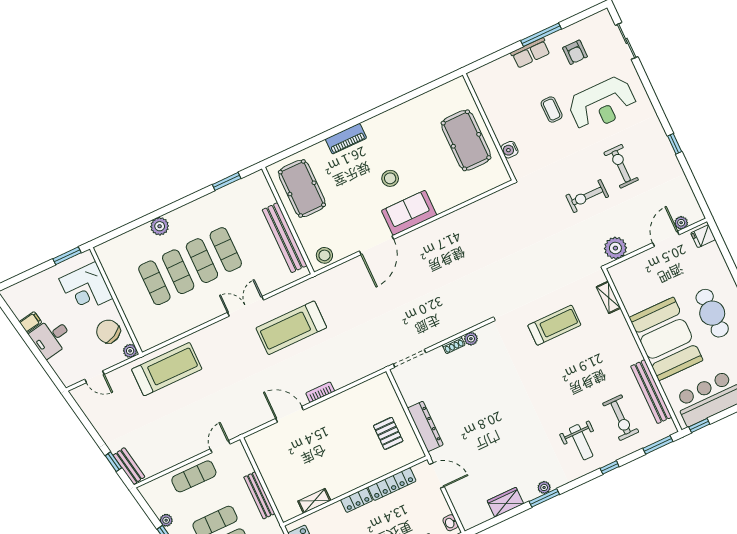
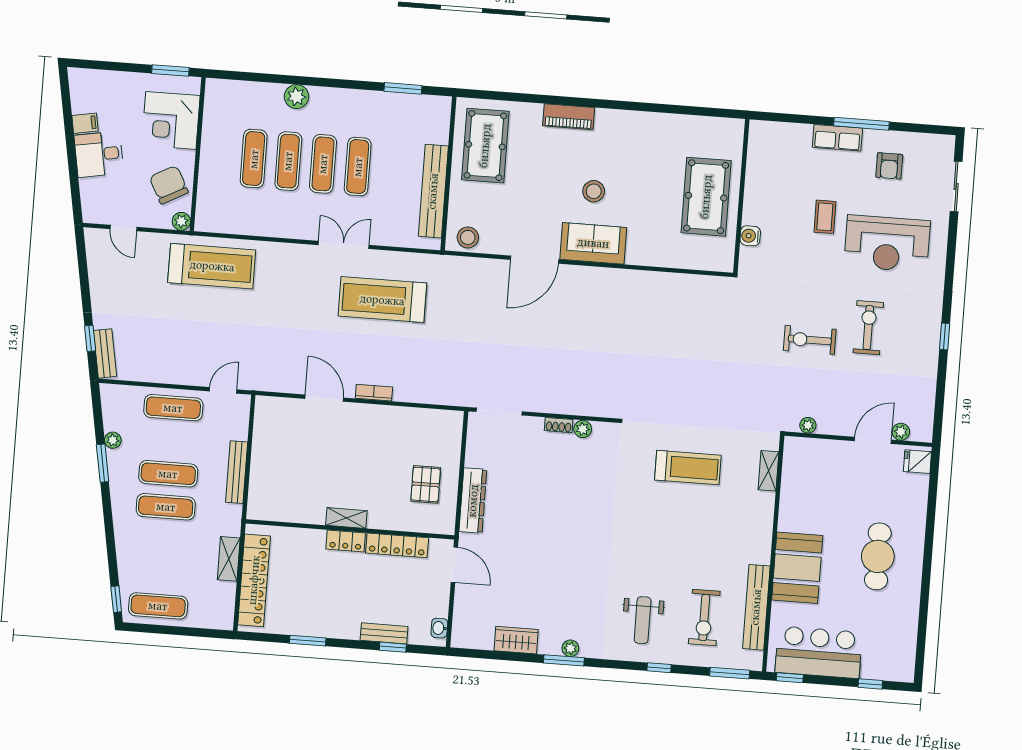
plant: (615, 248) -> (808, 425), width x0.53, depth x0.53
booth: (666, 339) -> (797, 568), width x0.73, depth x0.70
shelving: (314, 501) -> (346, 518), moved

